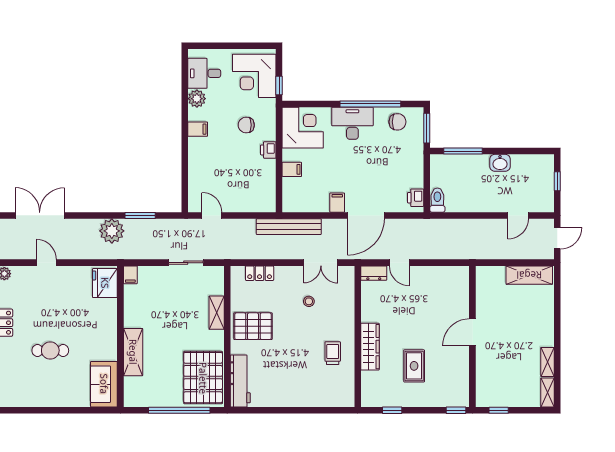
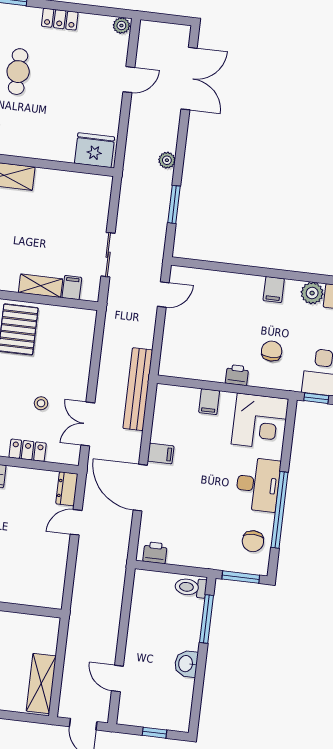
toilet: (437, 200) -> (191, 587), moved, turned 180
plant: (112, 231) -> (167, 160), width x0.53, depth x0.53
locker: (260, 273) -> (28, 450), moved, turned 90
filing cabinet: (130, 275) -> (72, 288), moved, turned 90

